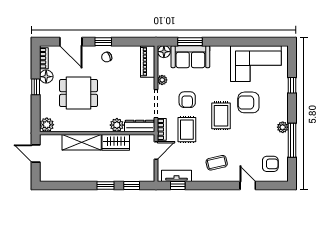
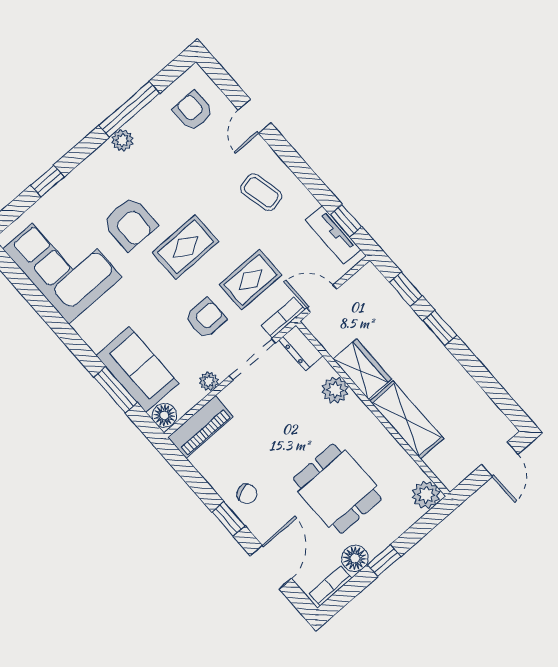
dresser: (140, 126) -> (301, 348), width x0.70
door: (36, 153) -> (500, 459), moved

